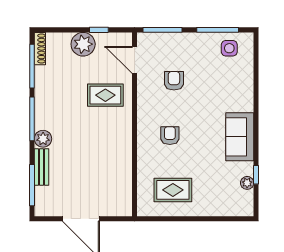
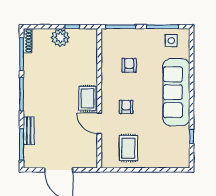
door: (134, 60) -> (99, 123), moved
rug: (105, 95) -> (87, 98), moved, turned 90
sofa: (240, 137) -> (176, 92), width x1.85, depth x1.27
plant: (43, 139) -> (30, 109), removed
plant: (247, 183) -> (185, 143), removed
rug: (173, 190) -> (128, 148), turned 90

